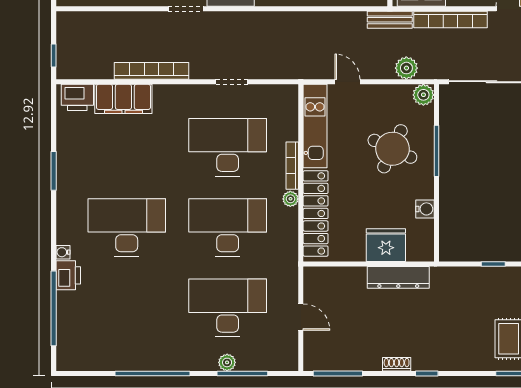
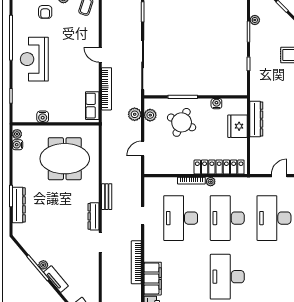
bench: (390, 20) -> (107, 197), moved
plant: (423, 95) -> (150, 115), moved
kitchen unit: (315, 126) -> (168, 167), removed

